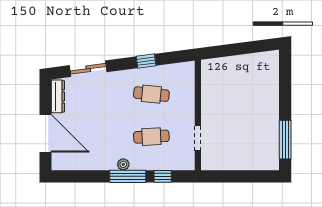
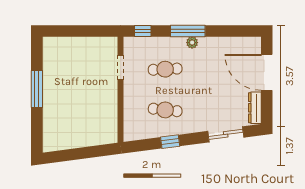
window: (285, 140) -> (37, 89), moved
window: (163, 176) -> (143, 31), moved

